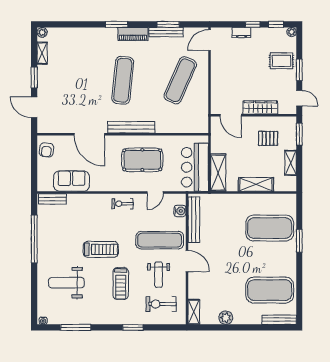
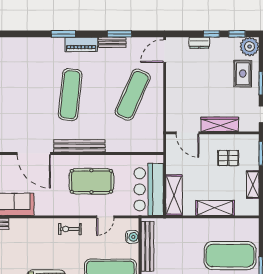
bench: (166, 32) -> (112, 42), width x0.73
plant: (292, 32) -> (250, 47), width x1.88, depth x1.88
rug: (281, 61) -> (243, 74), turned 90

